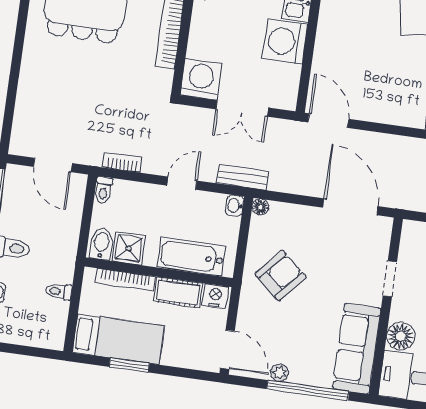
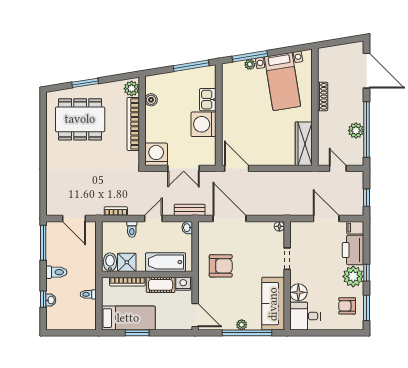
toilet: (103, 190) -> (132, 229), moved
floor lamp: (260, 207) -> (279, 226), moved
door: (350, 207) -> (229, 219), moved
armchair: (280, 275) -> (221, 266), turned 49
plant: (280, 373) -> (242, 325), moved

